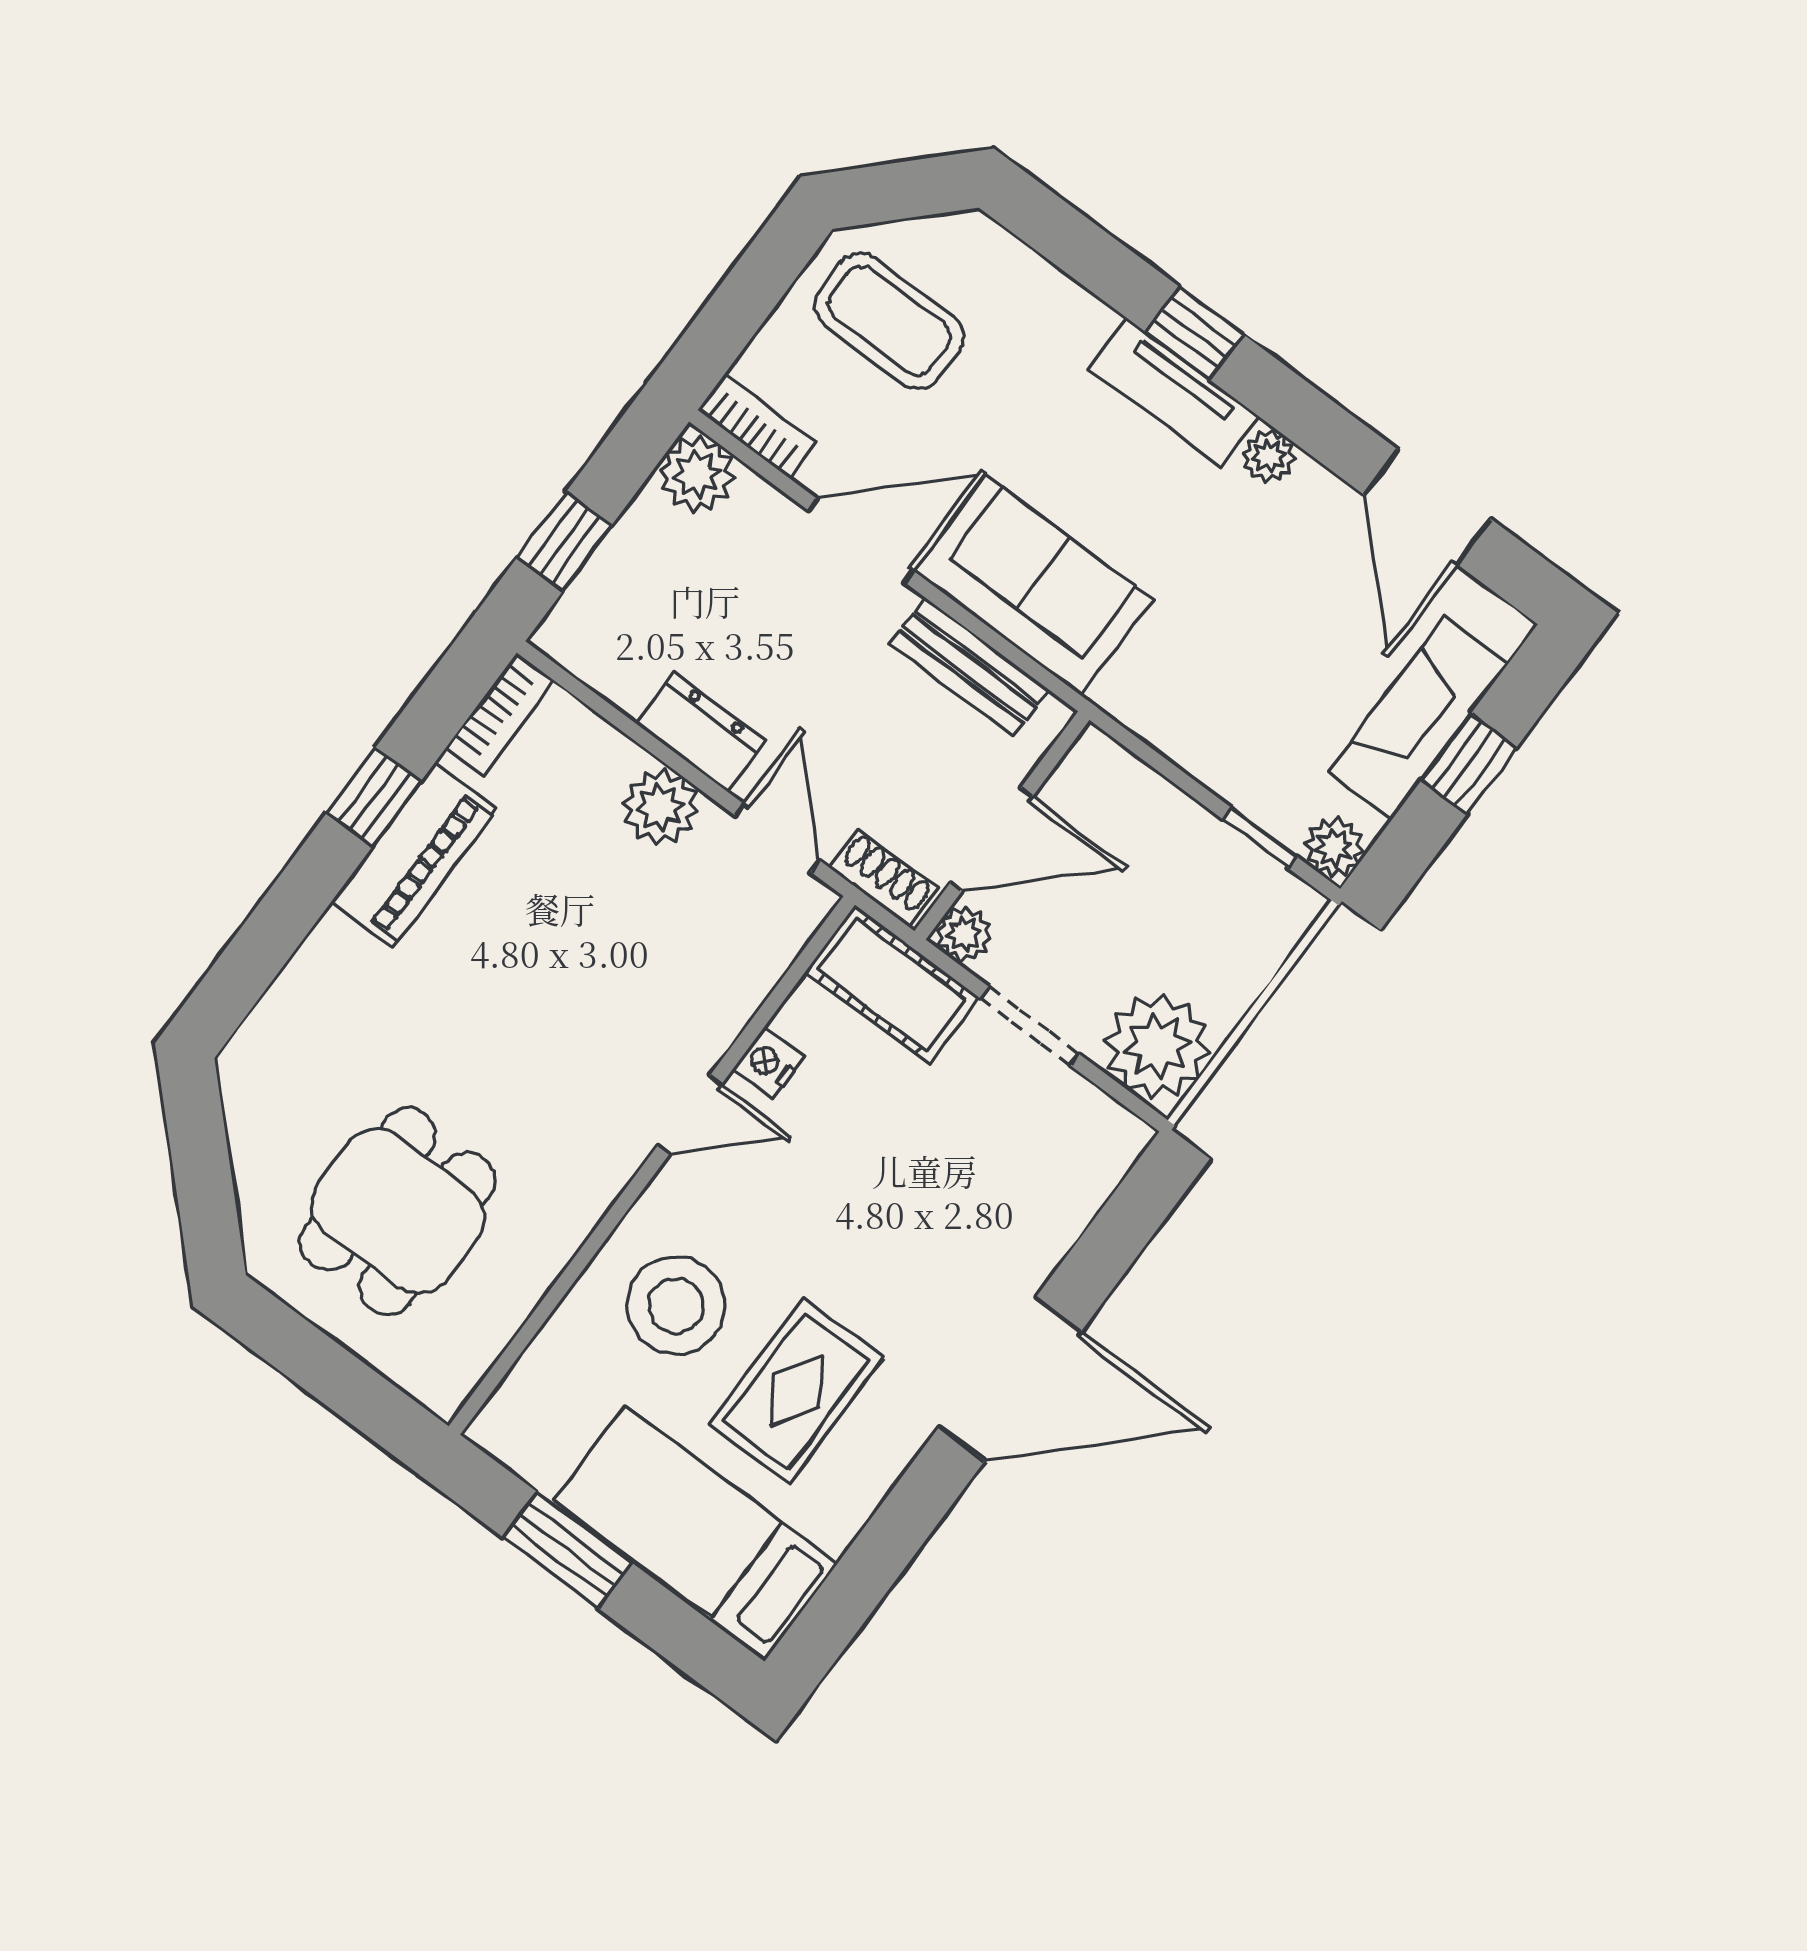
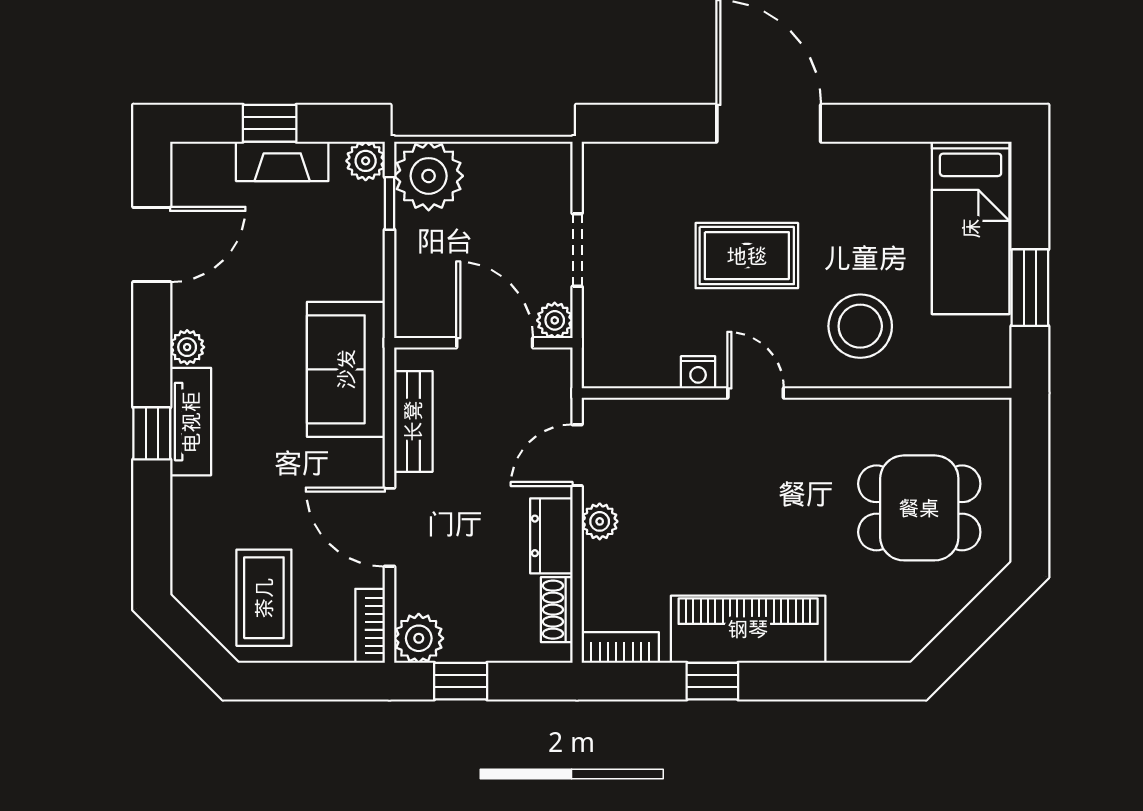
window: (564, 542) -> (461, 681), moved
sofa: (1033, 585) -> (346, 369), moved
fireplace: (1418, 717) -> (282, 161), width x0.73, depth x0.76
plant: (660, 807) -> (600, 521), width x0.73, depth x0.73
piano: (414, 855) -> (748, 629), width x1.37, depth x1.33
shoe rack: (884, 878) -> (557, 610), moved
cot: (892, 985) -> (609, 338), removed
plant: (1157, 1046) -> (429, 176), moved
rug: (796, 1391) -> (747, 256), moved

